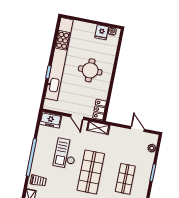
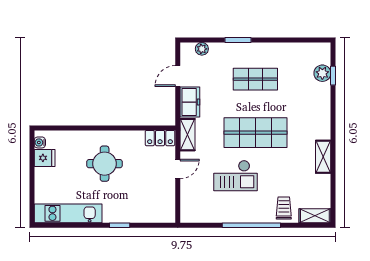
kitchen unit: (59, 59) -> (68, 213), width x0.54
freezer: (51, 120) -> (190, 102), moved

